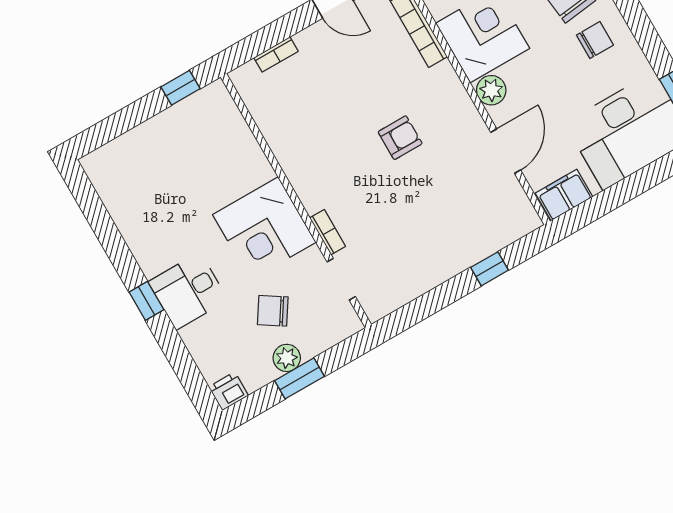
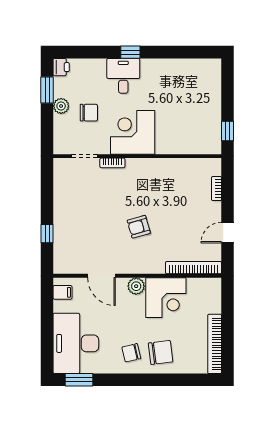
chair: (595, 40) -> (131, 353), turned 77
armchair: (400, 138) -> (139, 227), turned 74
filing cabinet: (564, 195) -> (62, 292), width x0.50
chair: (273, 311) -> (89, 113), turned 57
window: (300, 378) -> (47, 90), moved

